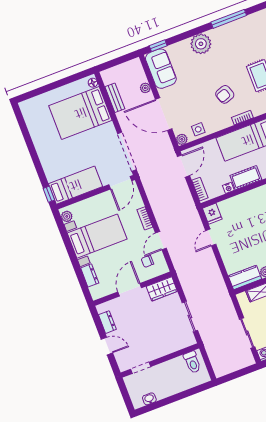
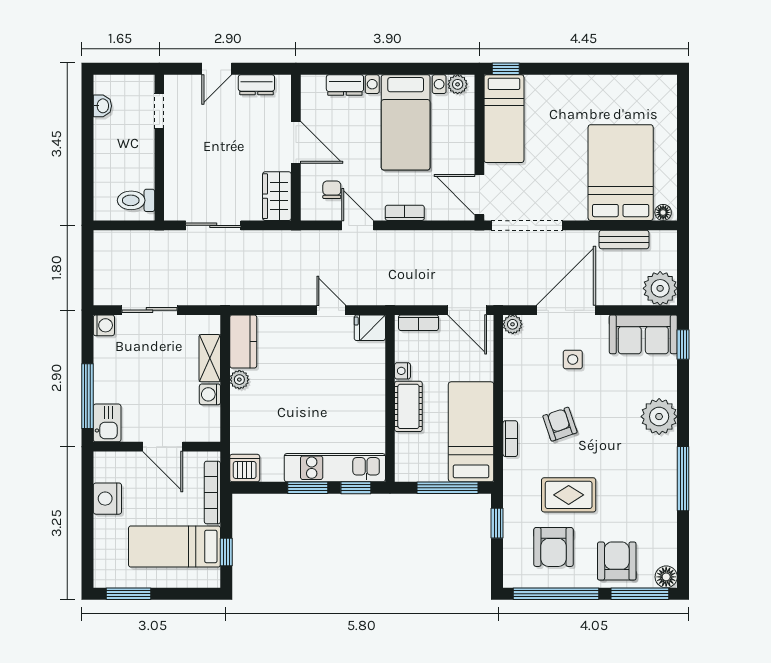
plant: (145, 88) -> (660, 288), moved, width x1.88, depth x1.88
side table: (198, 129) -> (573, 359), moved

